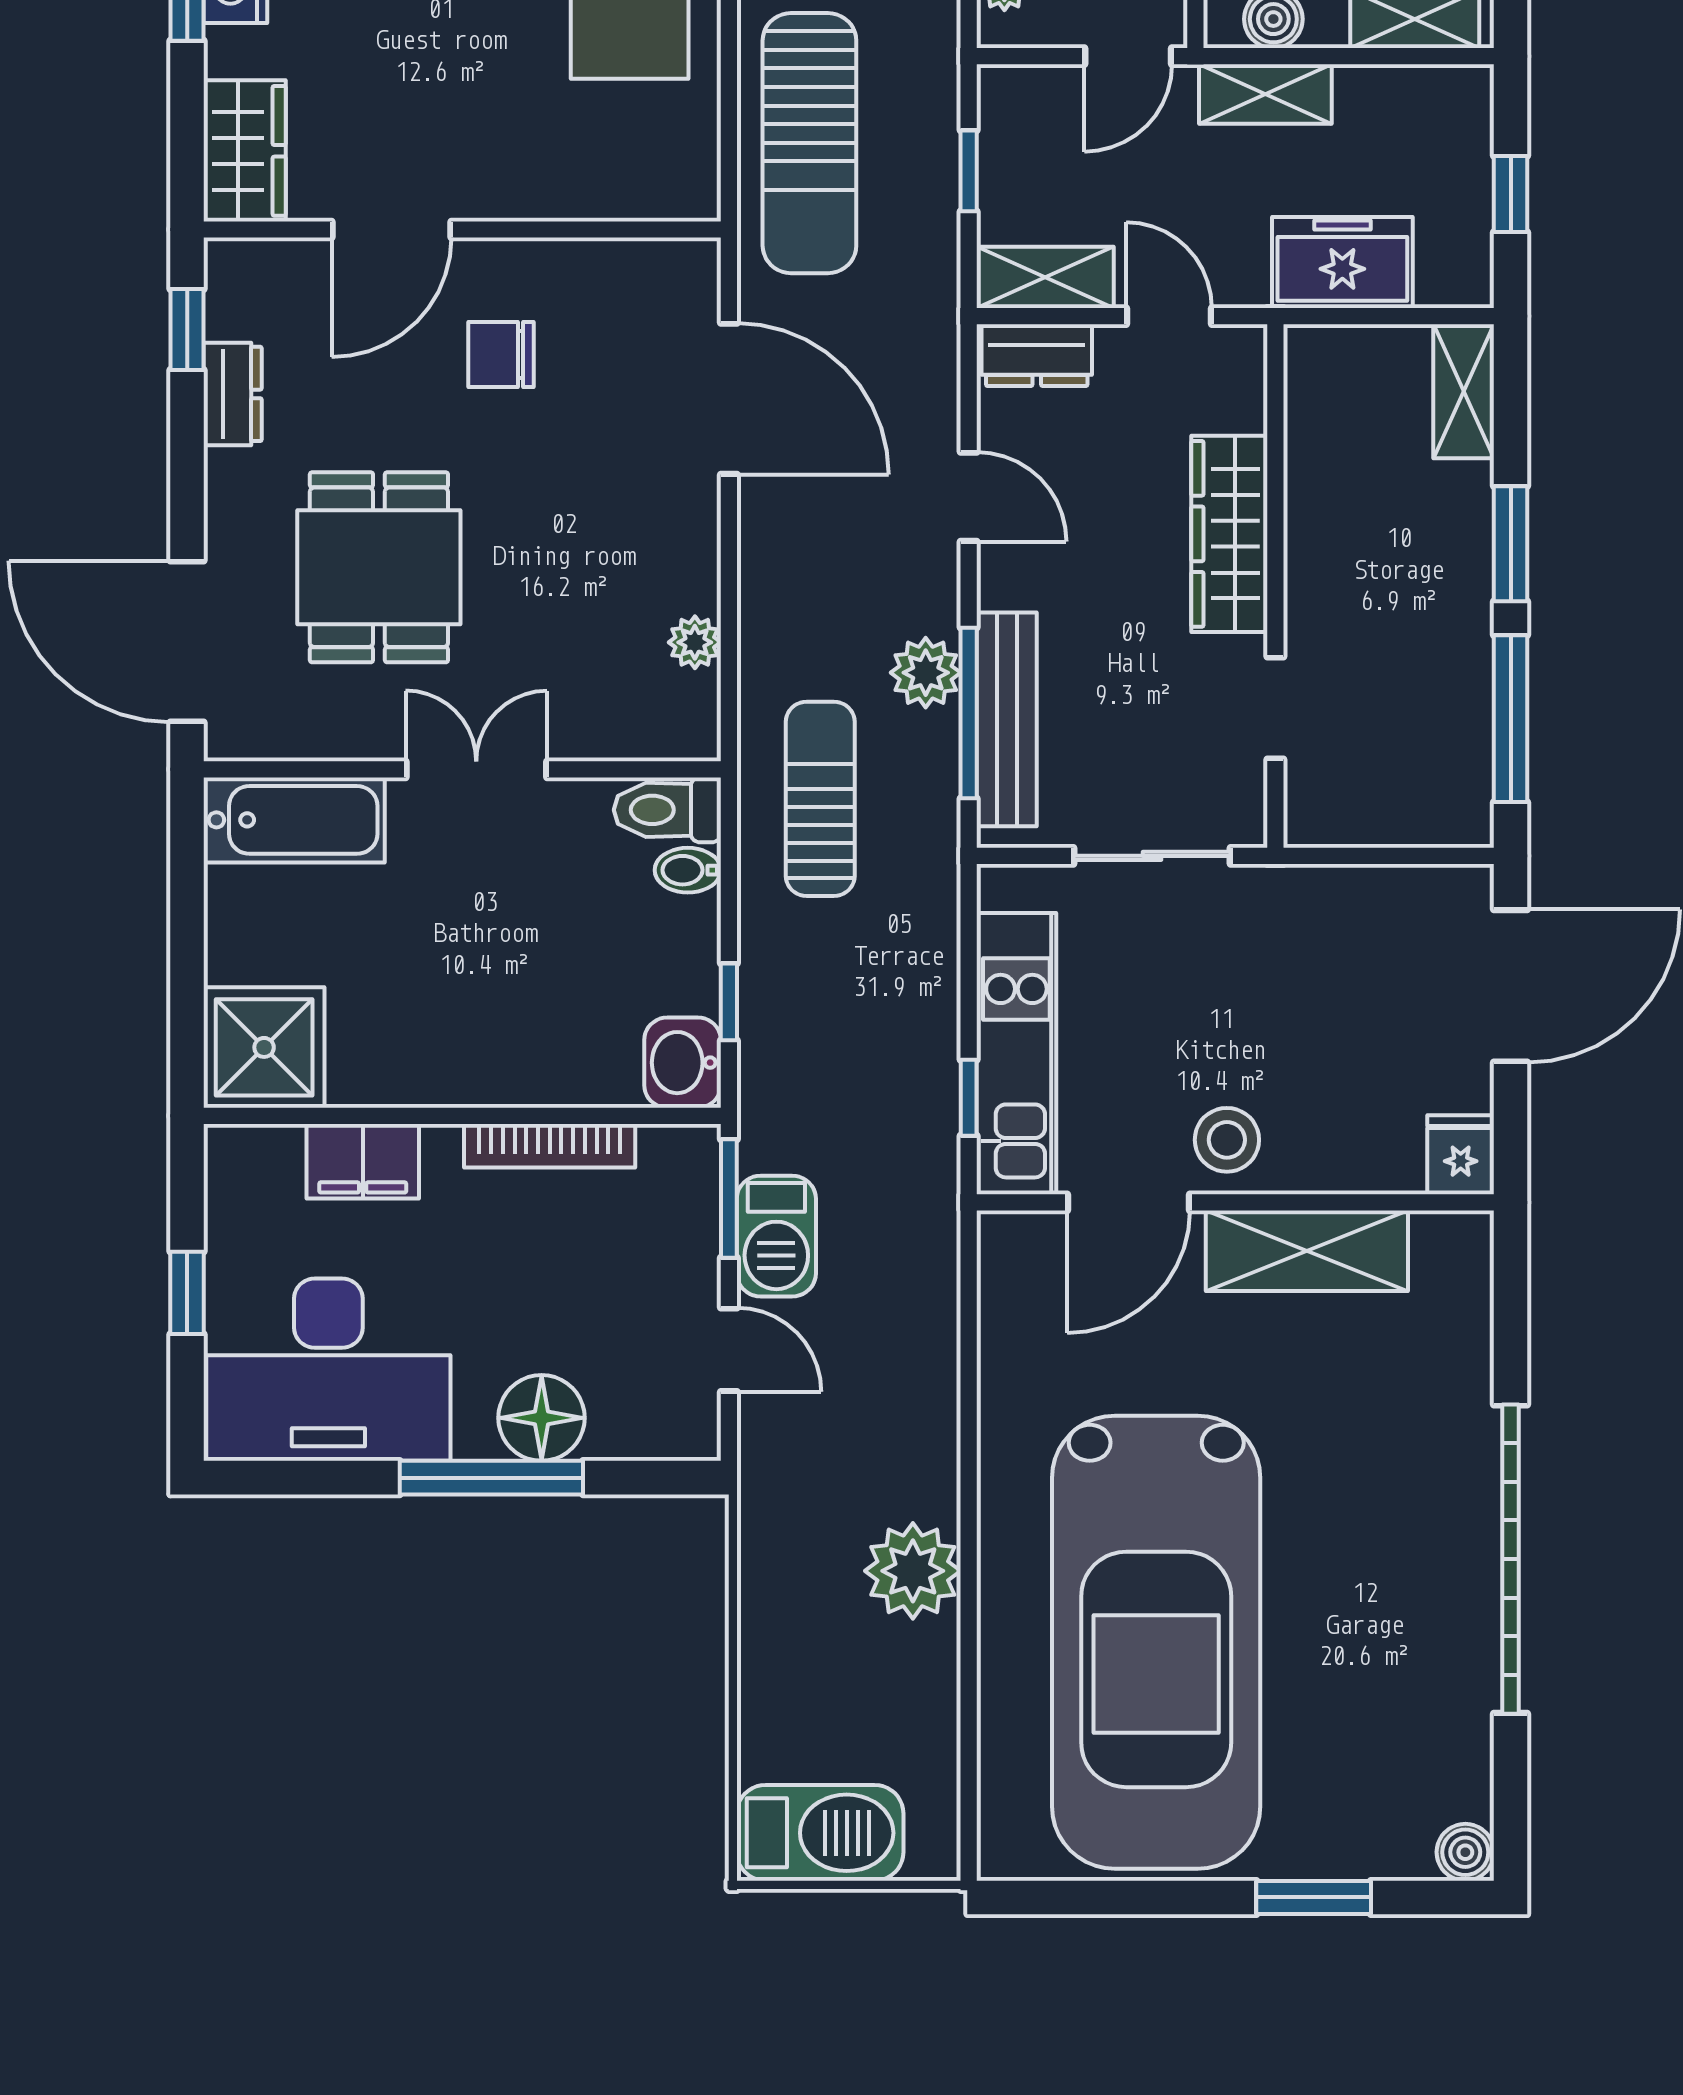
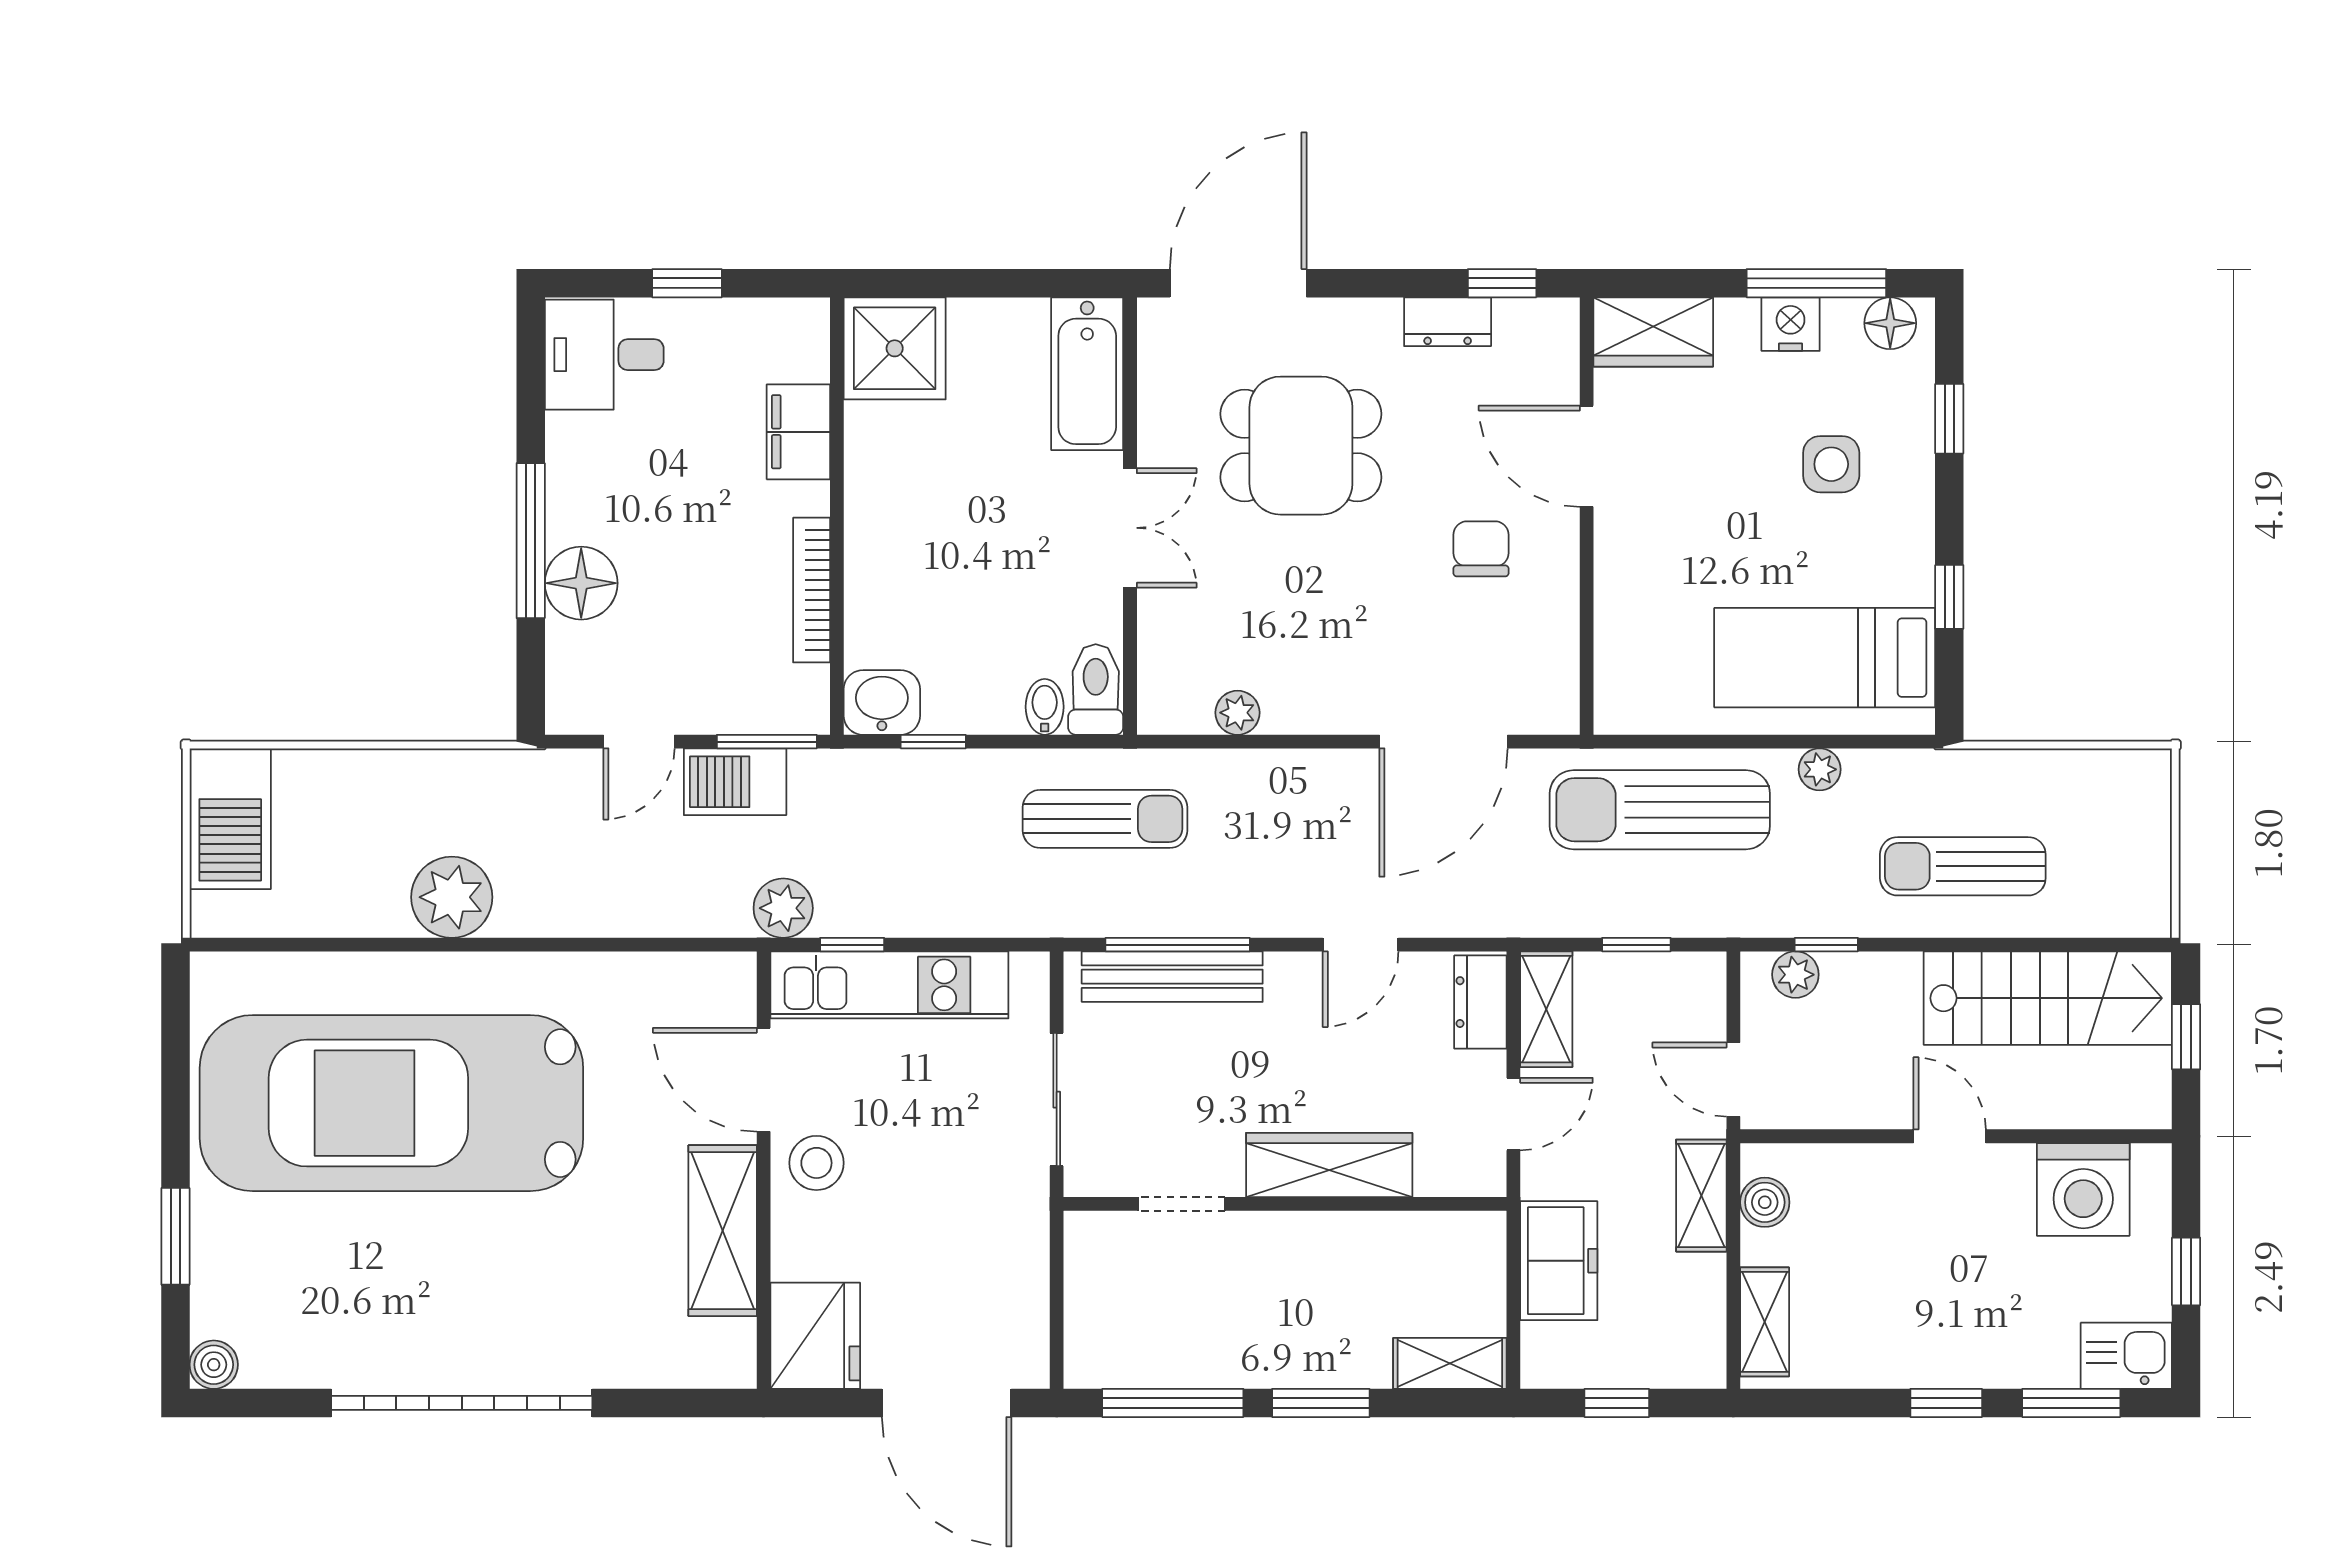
plant: (926, 673) -> (783, 908), moved
fridge: (1461, 1155) -> (815, 1336), width x1.88, depth x1.34
desk: (328, 1370) -> (604, 355), width x0.53, depth x0.77

